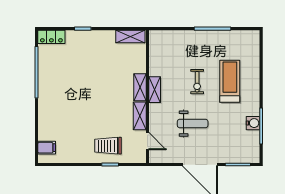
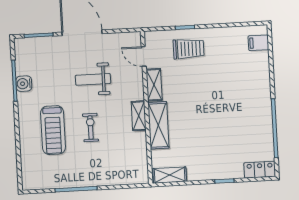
shelving: (140, 87) -> (158, 125), width x1.50, depth x1.33

